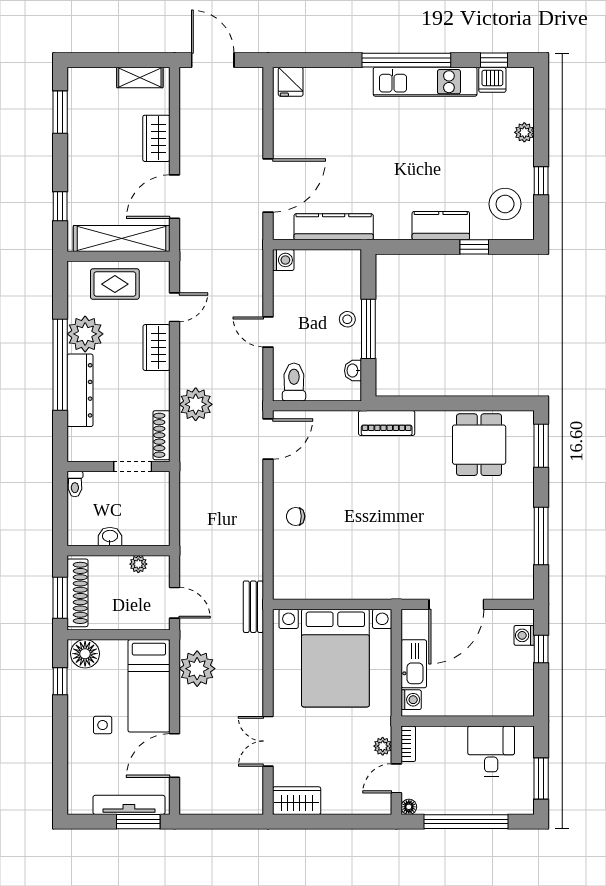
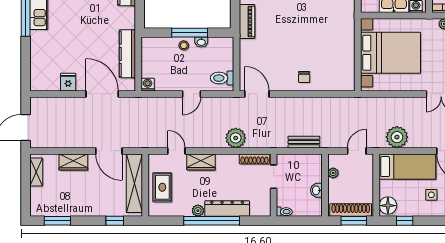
fridge: (291, 82) -> (68, 82), moved, turned -90
plant: (85, 334) -> (198, 211), width x0.53, depth x0.53
washbasin: (353, 371) -> (201, 42), moved
bench: (253, 607) -> (304, 142), moved

